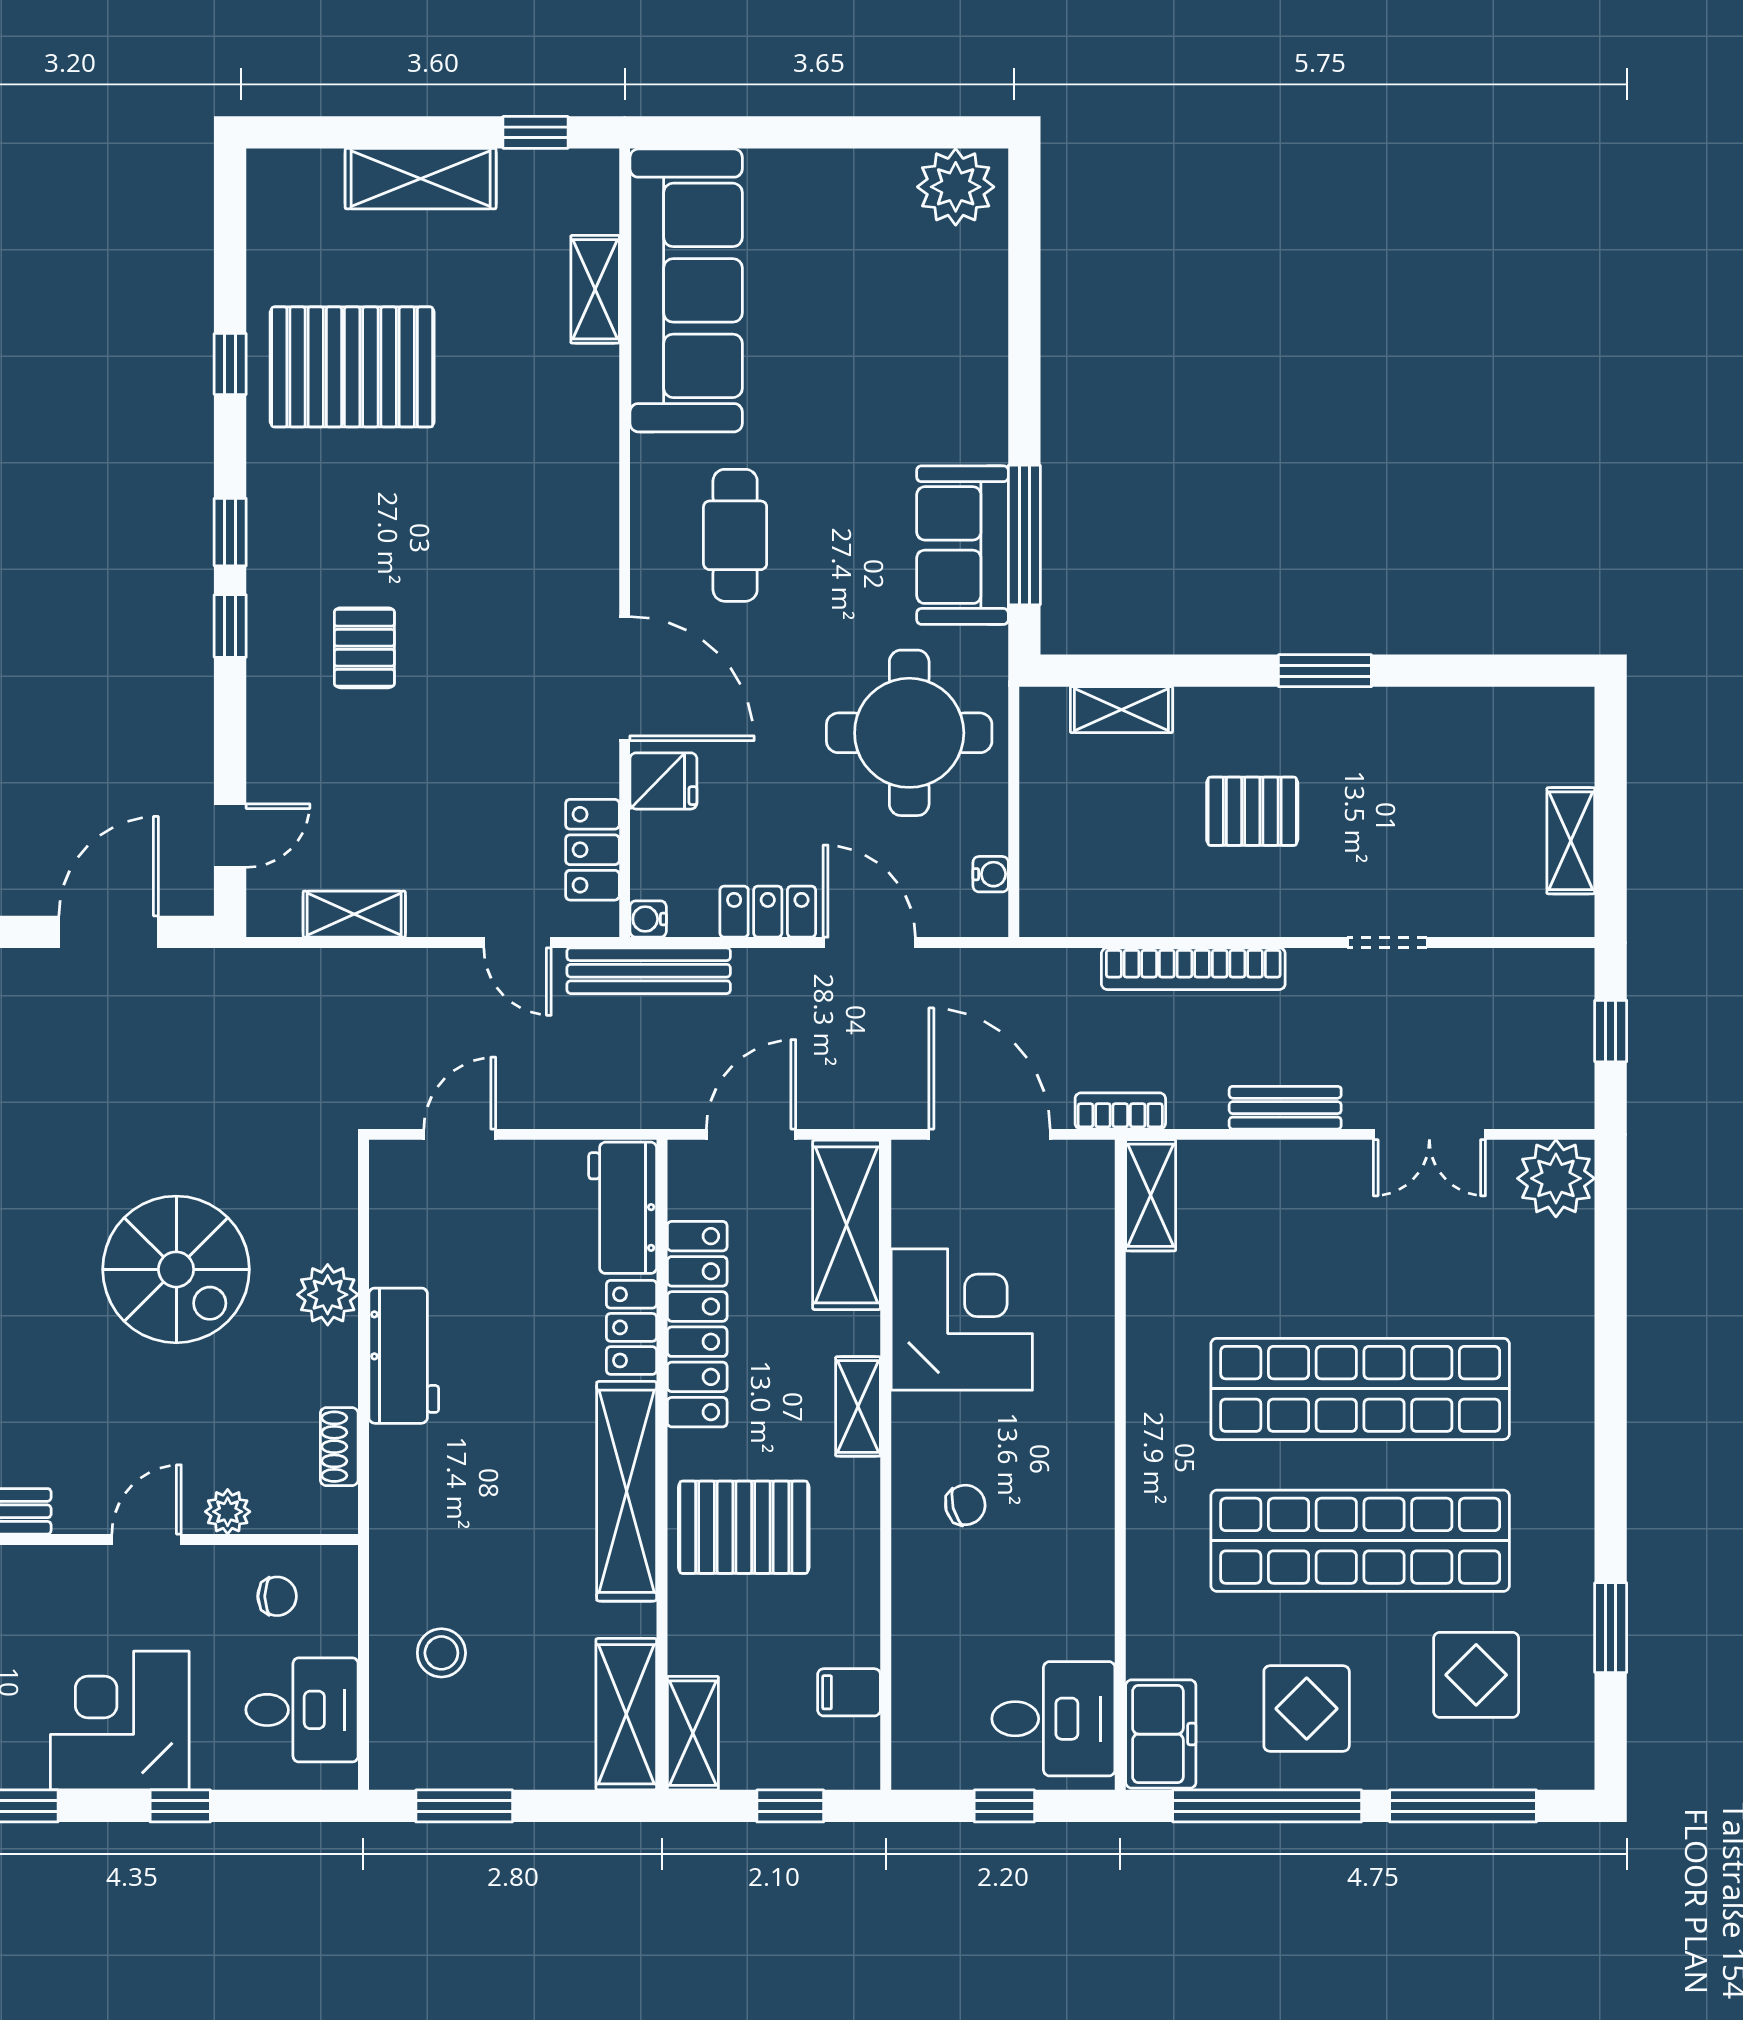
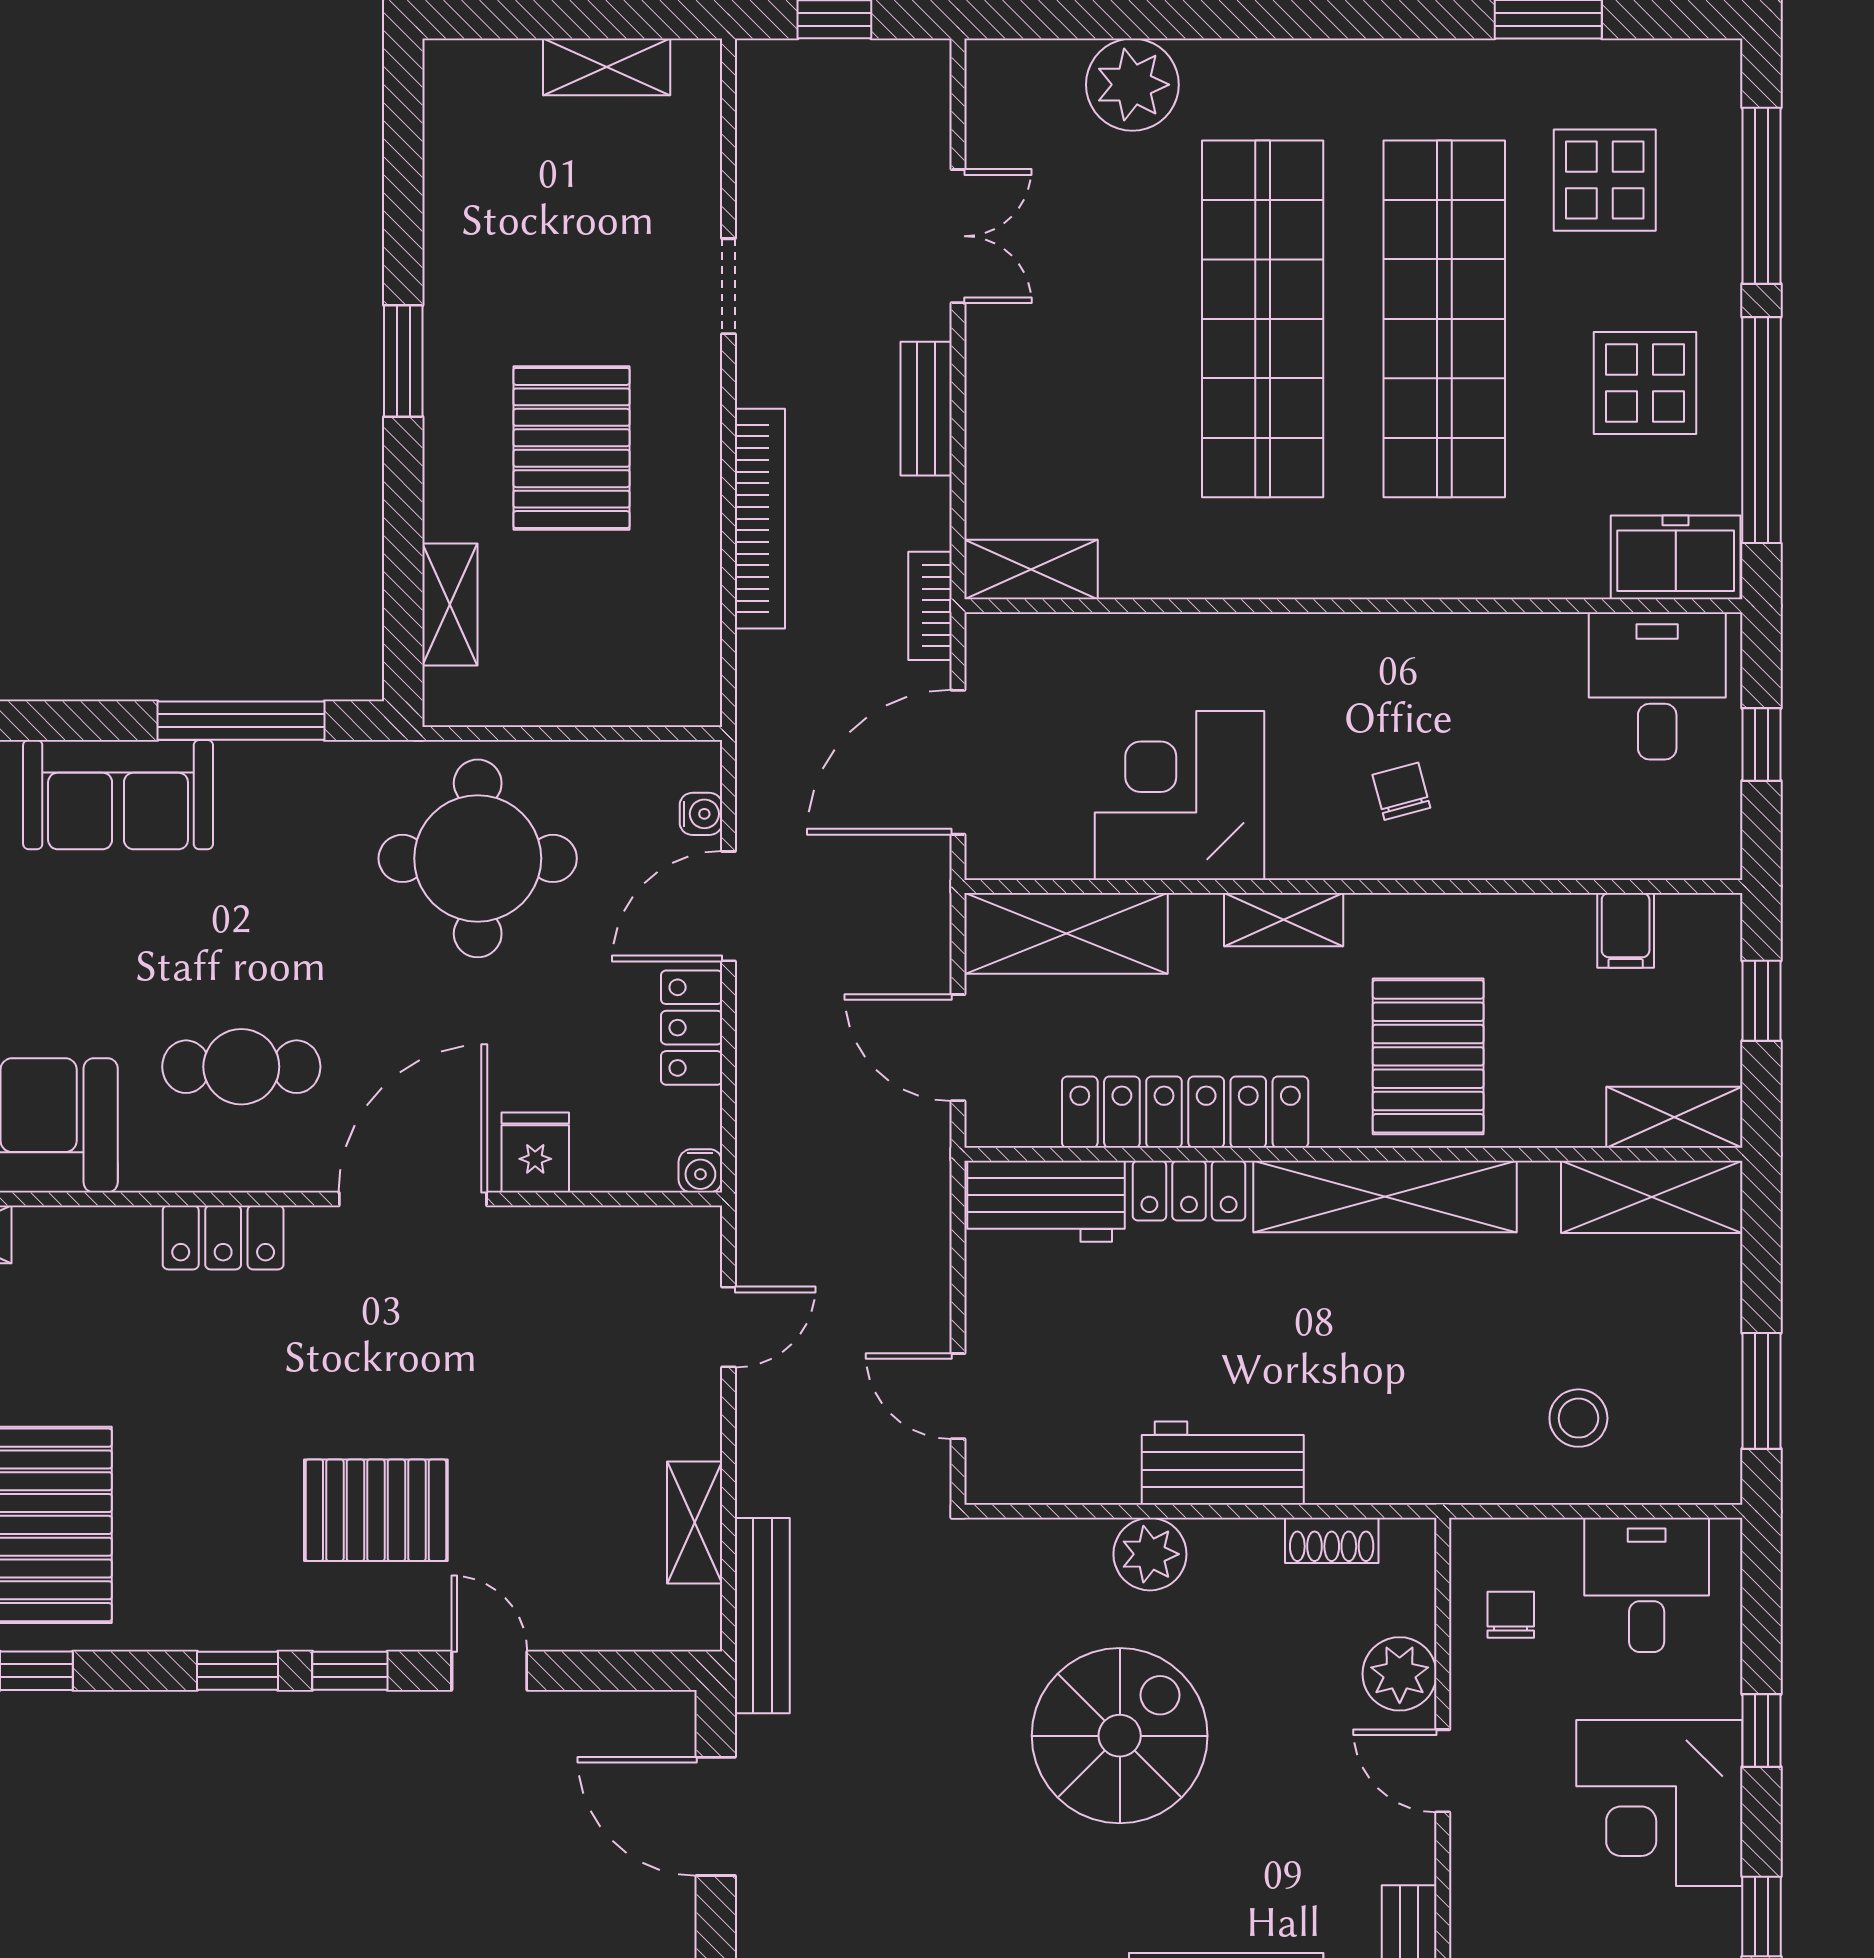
sofa: (963, 545) -> (118, 795), moved
pallet: (364, 648) -> (376, 1510), width x1.50, depth x1.42
pallet: (1252, 811) -> (571, 448), width x1.50, depth x1.42
door: (230, 836) -> (489, 1671), moved
locker: (592, 850) -> (223, 1237), moved
water cooler: (991, 874) -> (701, 814), moved, turned 90
bench: (649, 971) -> (762, 1616), moved
plant: (1556, 1178) -> (1132, 85), moved
plant: (228, 1512) -> (1400, 1674), width x1.38, depth x1.38

